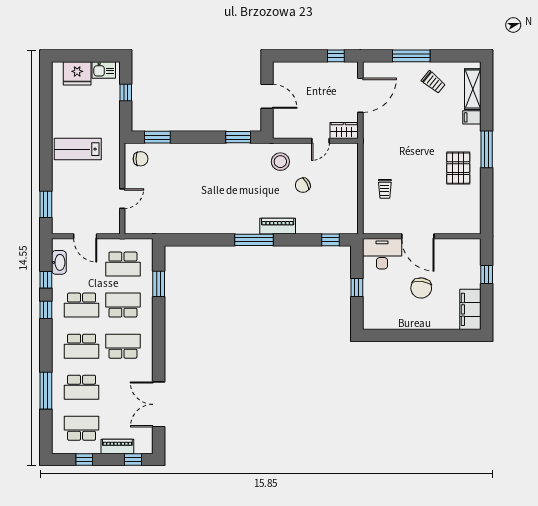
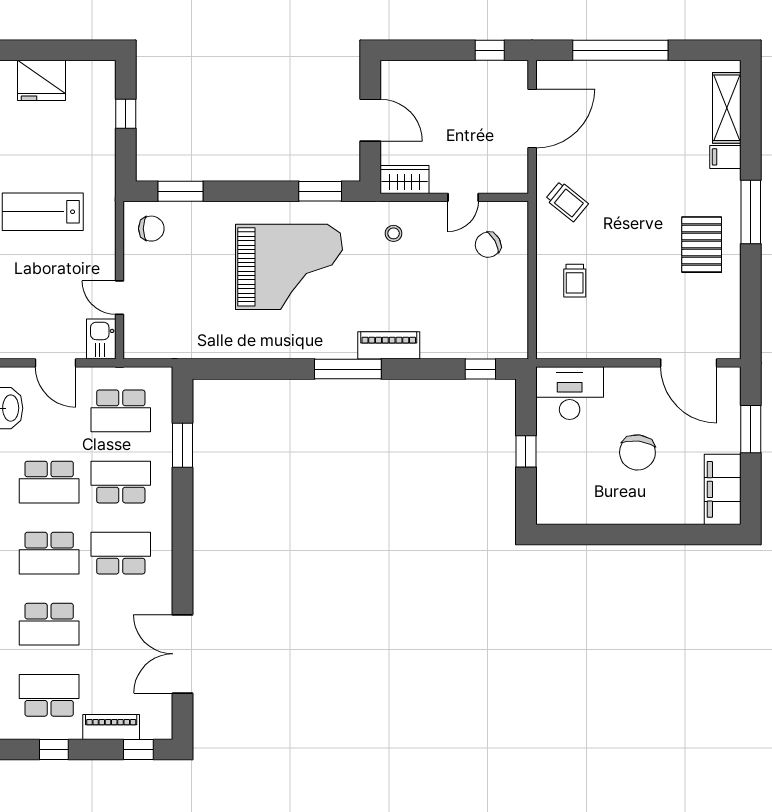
window: (411, 56) -> (620, 50), width x1.46
kitchen sink: (104, 70) -> (101, 339), moved, turned 90
trolley: (433, 82) -> (567, 201), moved
wardrobe: (344, 130) -> (405, 179), moved
stool: (280, 162) -> (394, 233), width x0.53, depth x0.53
grand piano: (220, 181) -> (289, 267), added
chair: (303, 185) -> (488, 245), moved
door: (122, 199) -> (120, 298), swing flipped
door: (418, 236) -> (689, 363), moved
window: (487, 275) -> (751, 429), width x1.50

